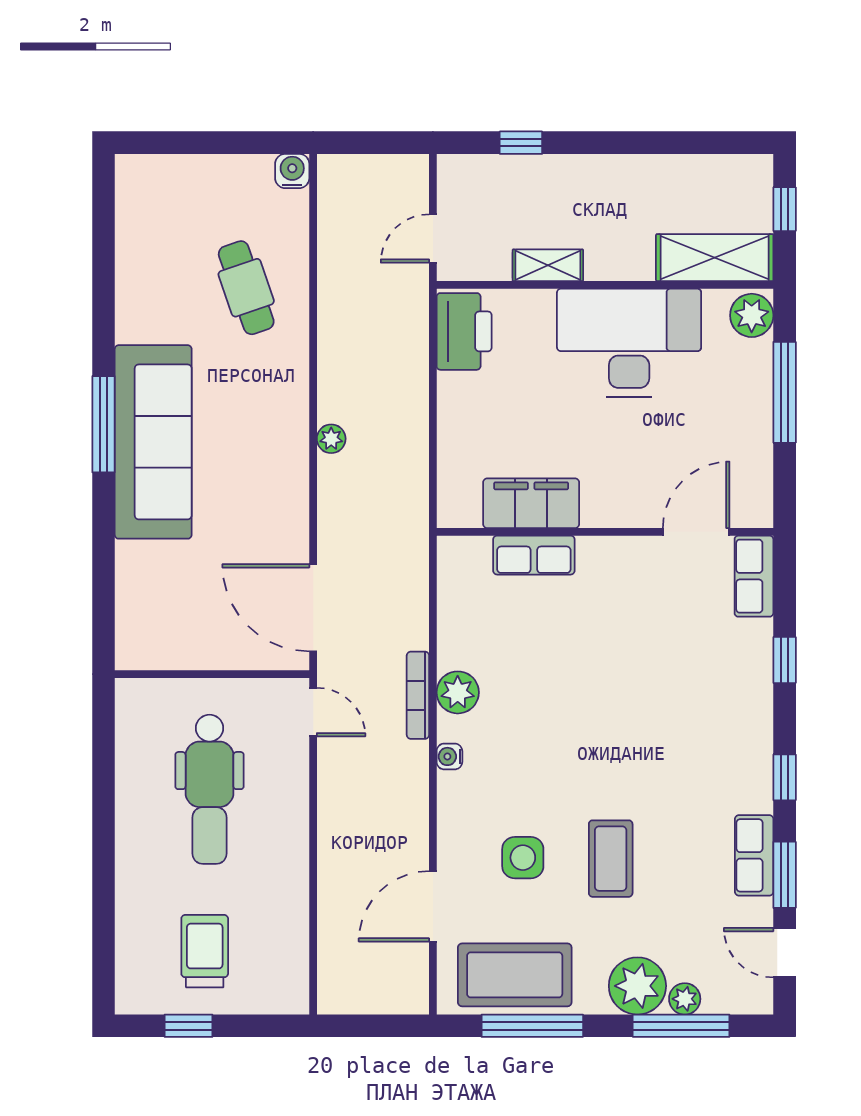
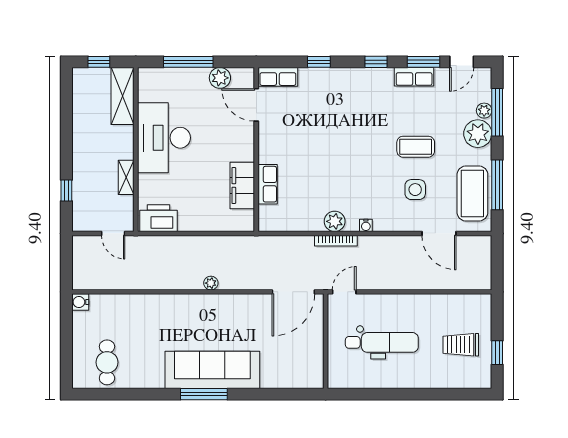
cafe table: (246, 288) -> (107, 362), moved, turned -71
plant: (752, 315) -> (220, 78), moved

